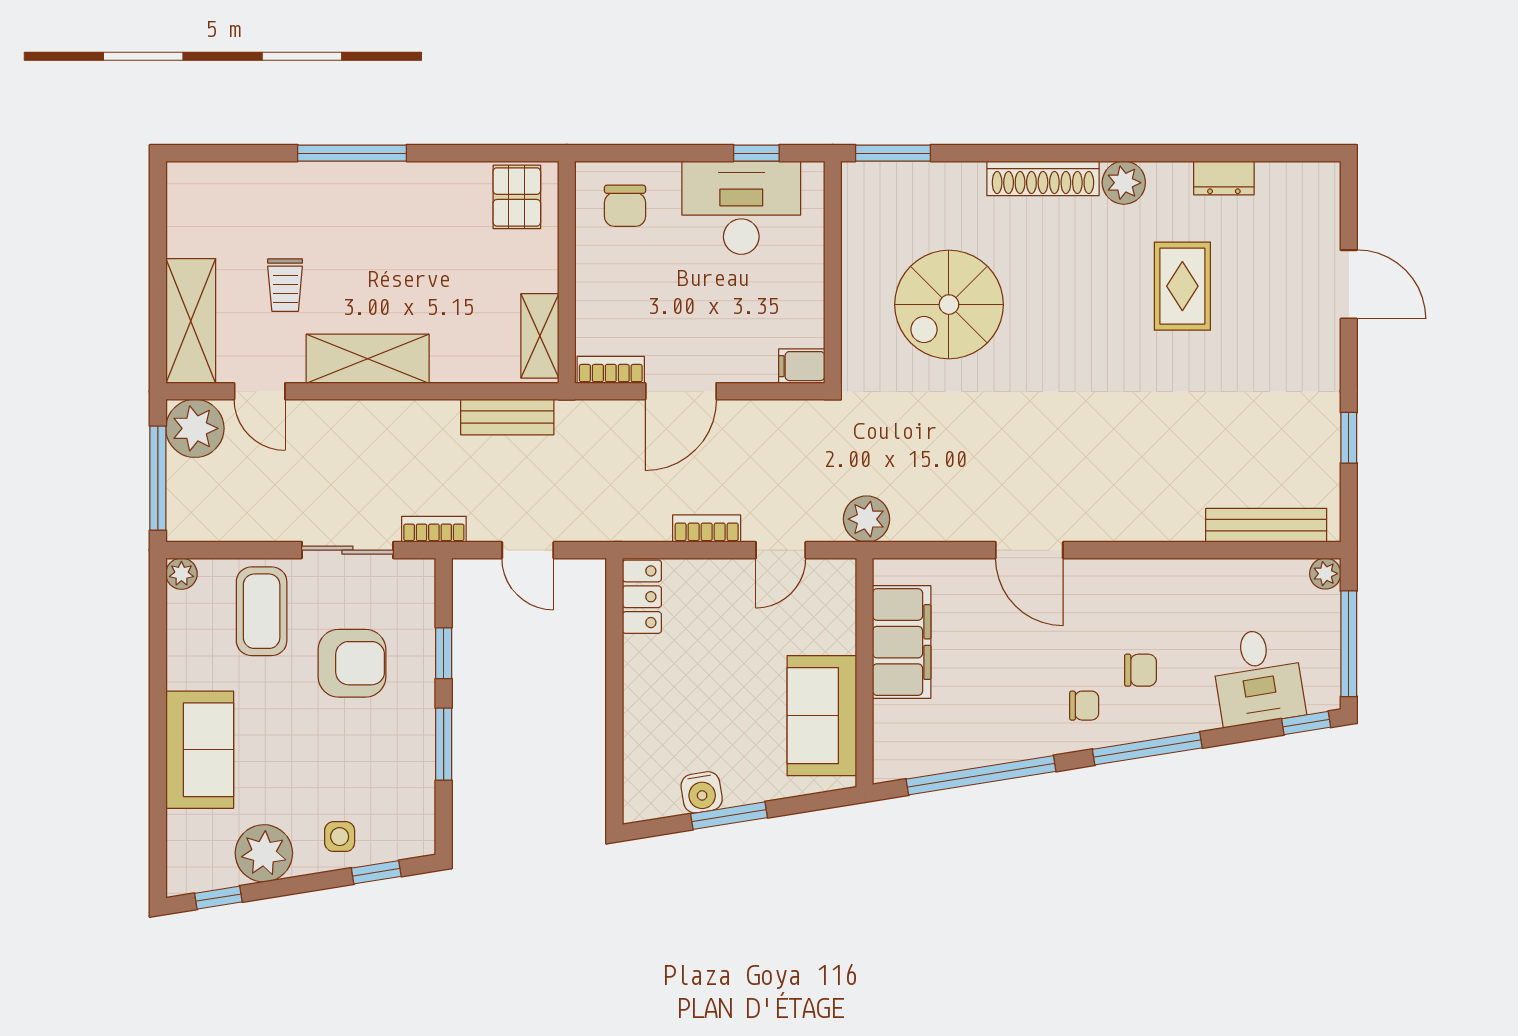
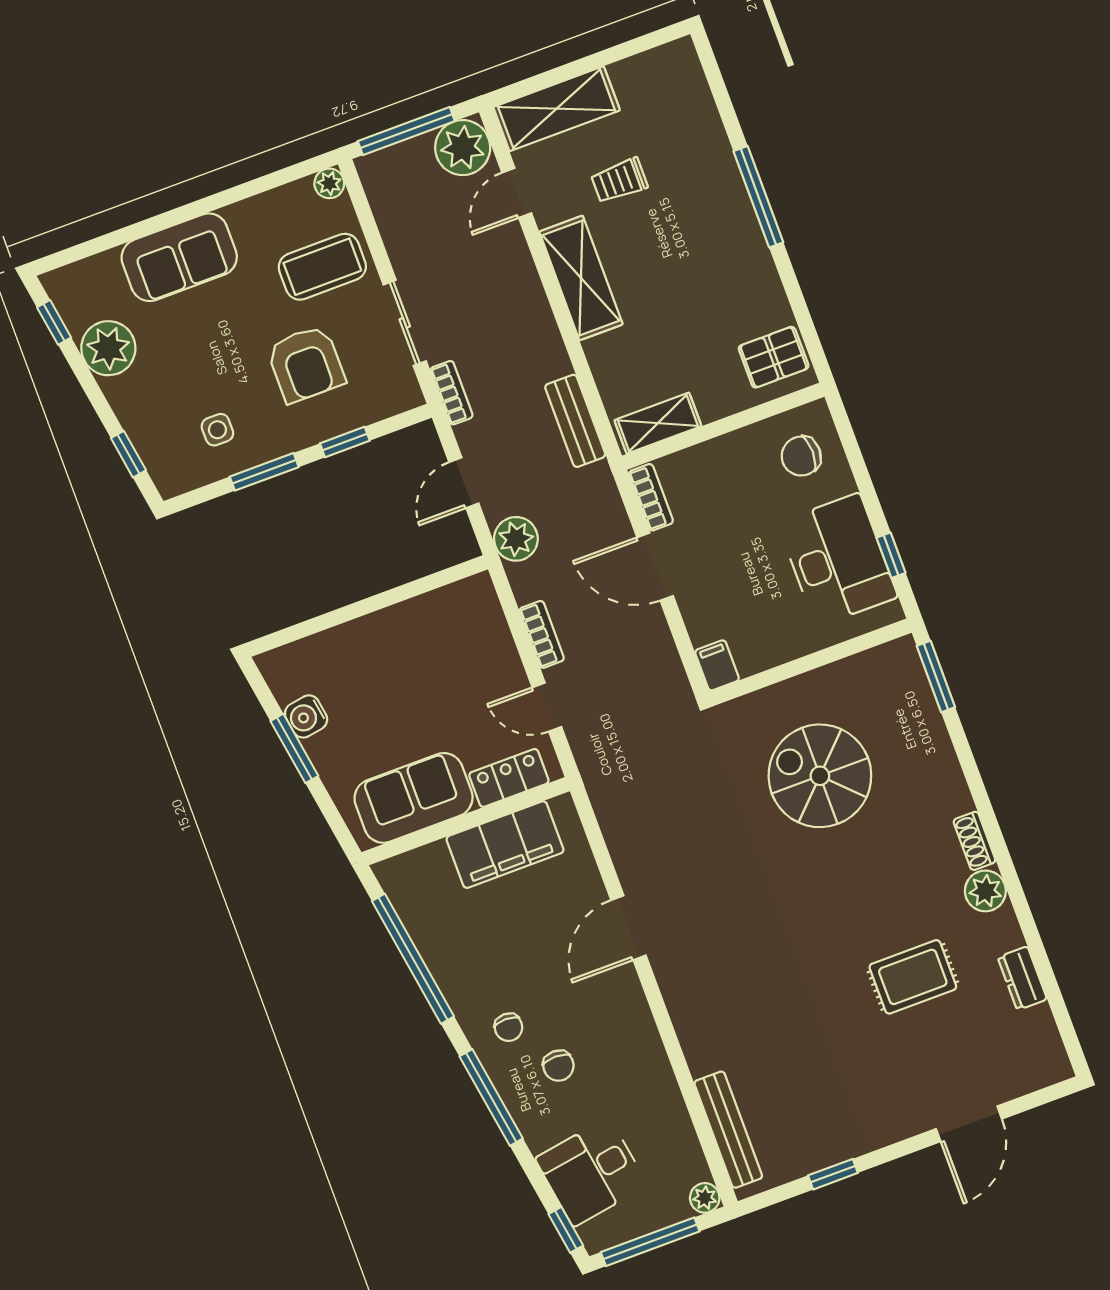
shoe rack: (1043, 178) -> (975, 841), width x0.51, depth x0.81
plant: (867, 519) -> (516, 539), moved
locker: (642, 597) -> (509, 778), moved, turned 180
side table: (340, 837) -> (217, 430), moved

